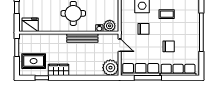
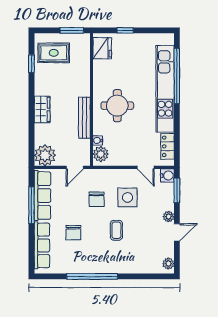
rug: (34, 61) -> (54, 53), turned 90
wardrobe: (59, 70) -> (42, 109), moved

